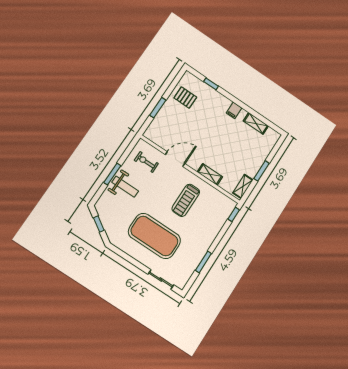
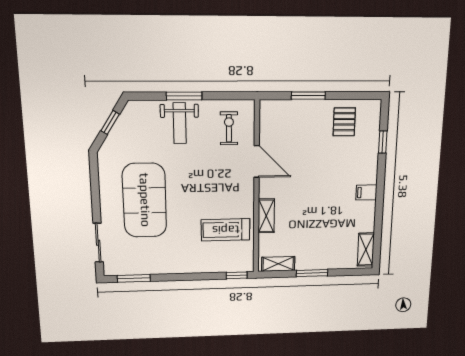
shelving: (256, 123) -> (366, 250), moved
treadmill: (186, 200) -> (226, 230), moved
window: (203, 262) -> (134, 278), moved

